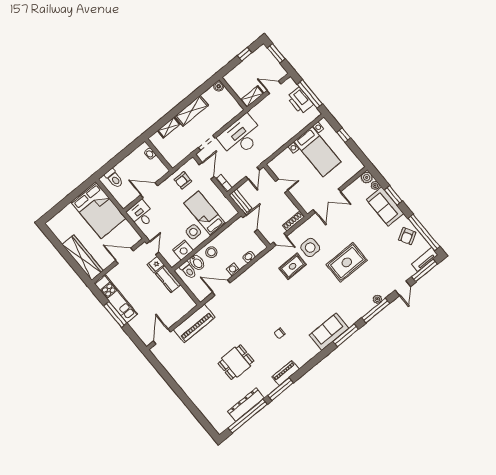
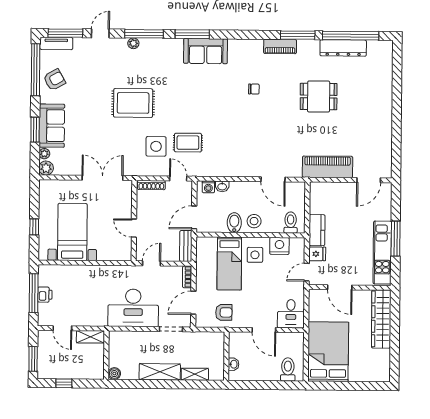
printer: (300, 101) -> (45, 295), width x0.53, depth x0.68
bidet: (197, 262) -> (234, 223), moved
washing machine: (233, 269) -> (208, 187), moved

